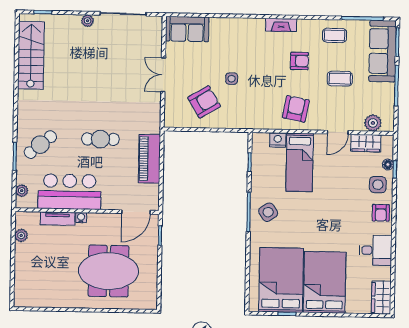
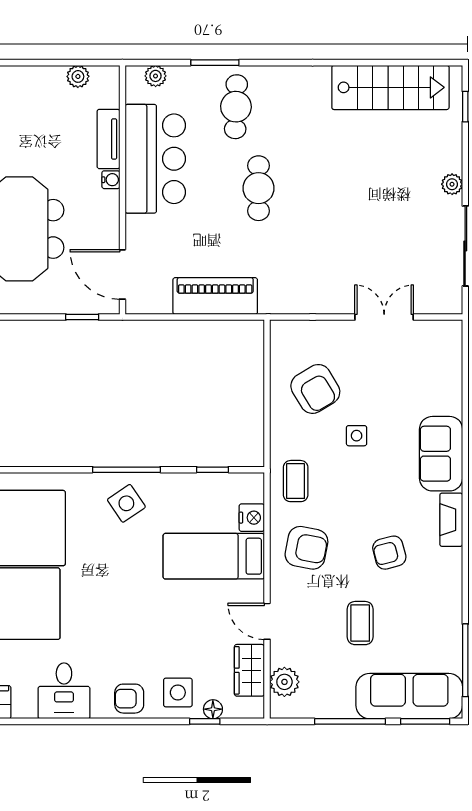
sofa: (187, 29) -> (441, 454), moved
coffee table: (335, 35) -> (296, 481), moved
armchair: (299, 61) -> (389, 553), turned 75
double door: (163, 75) -> (384, 317), moved
cafe table: (100, 139) -> (259, 188), moved
cafe table: (40, 145) -> (236, 107), turned 41

